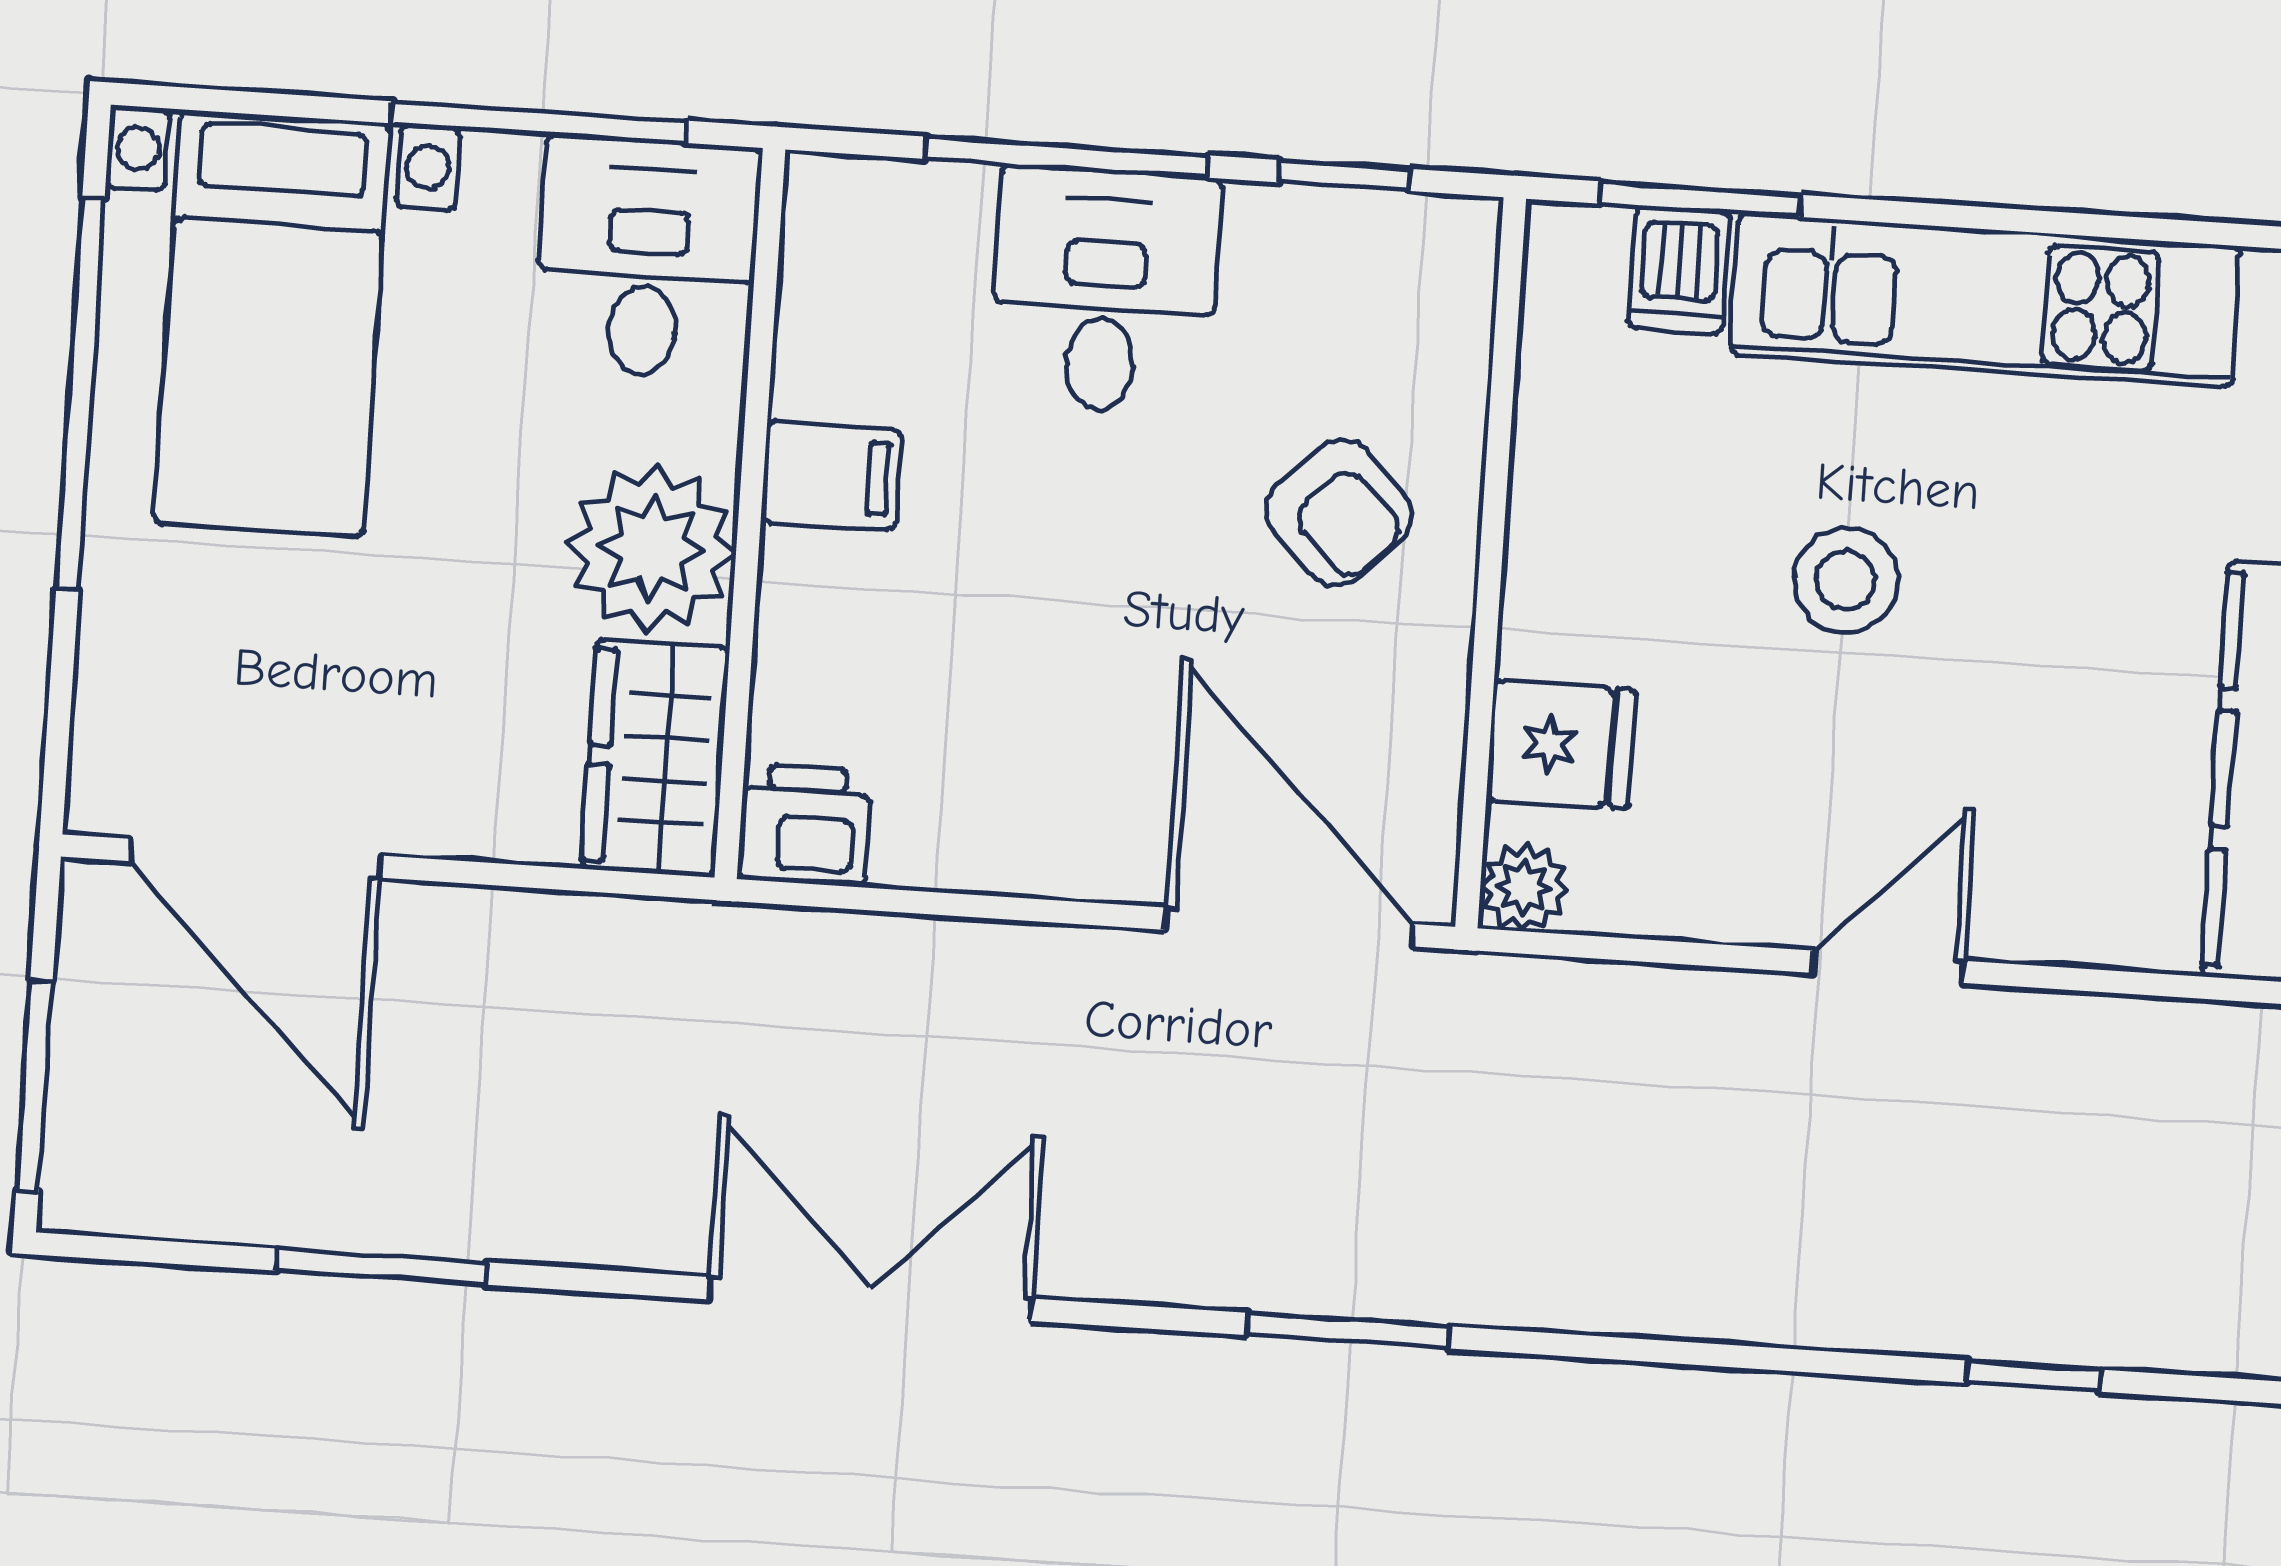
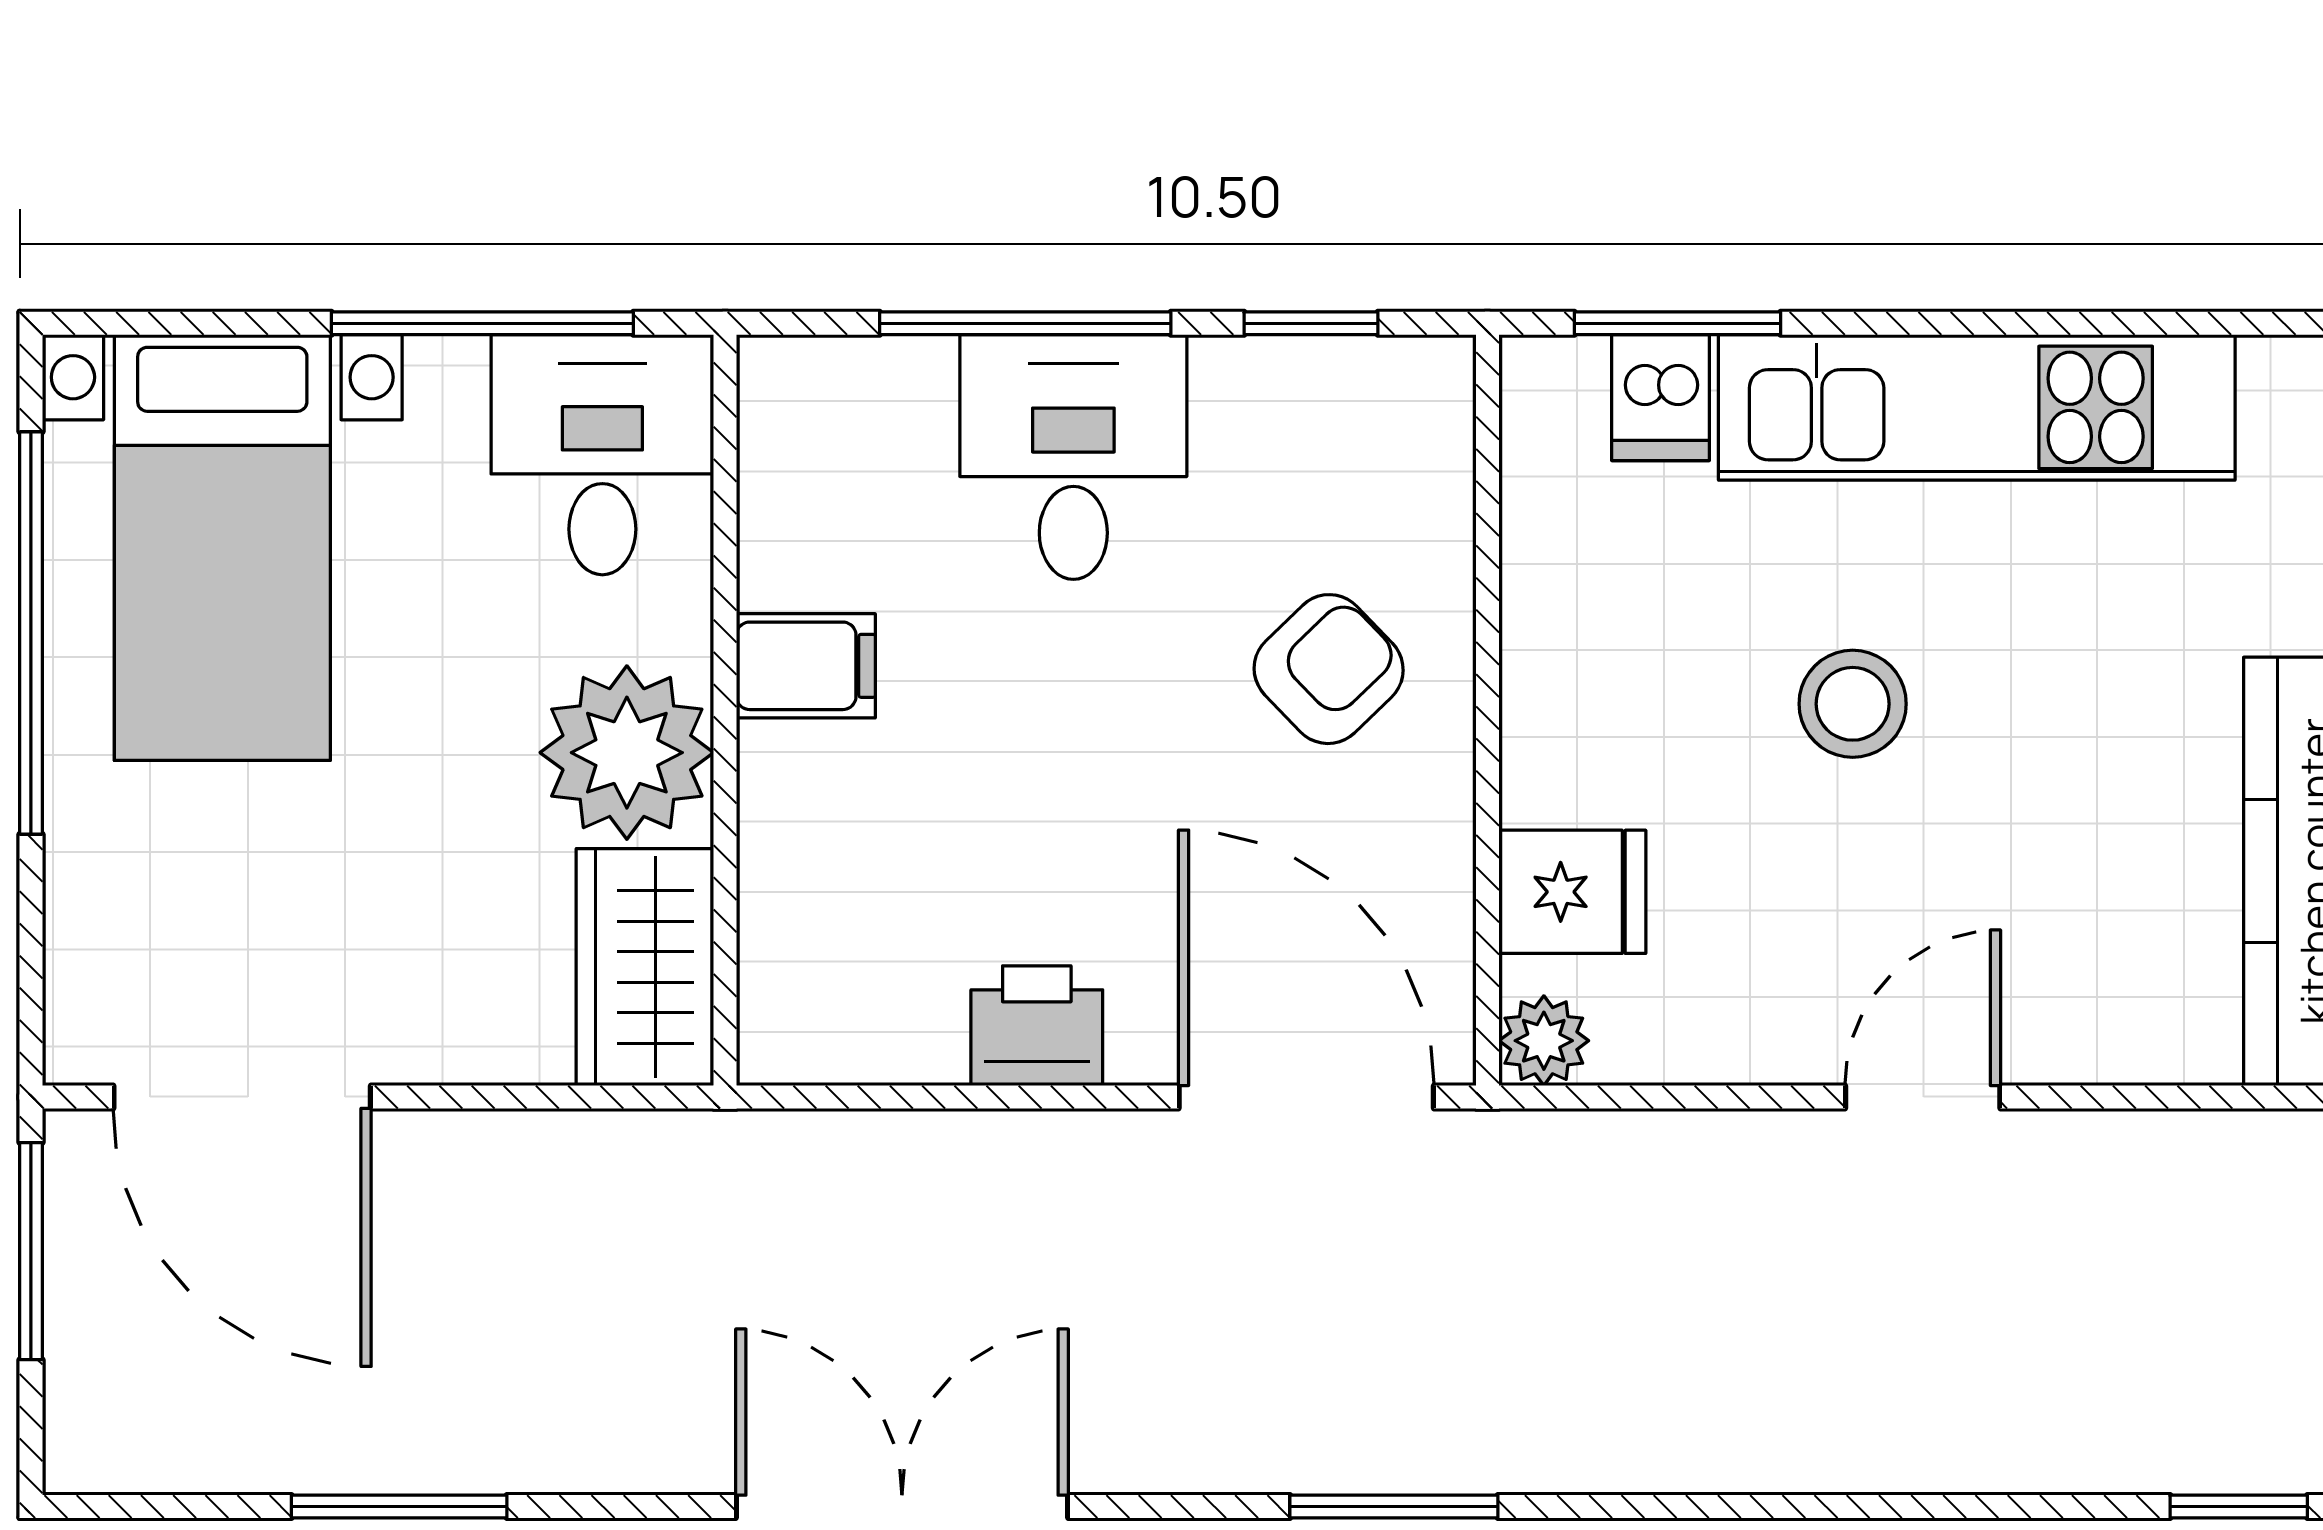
armchair: (1339, 513) -> (1329, 669), turned -90
printer: (805, 825) -> (1037, 1026), moved
window: (34, 1086) -> (31, 1251), moved
window: (2034, 1376) -> (2239, 1507), moved

